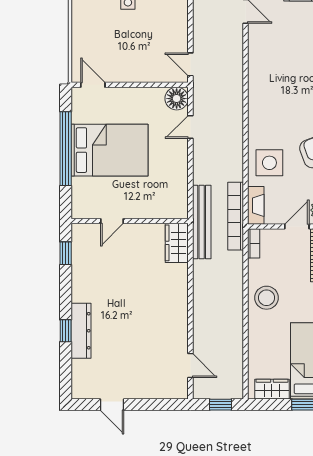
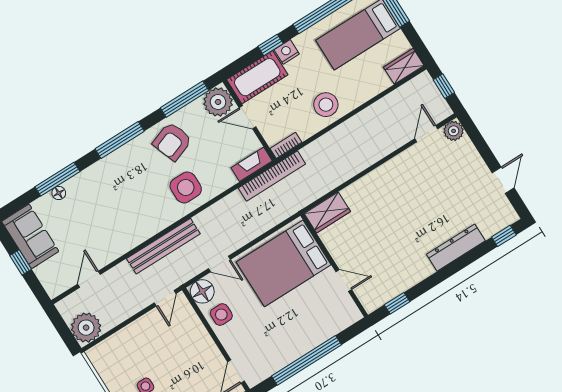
side table: (148, 102) -> (221, 315), added
bed: (110, 150) -> (284, 263), moved, turned -90
side table: (269, 163) -> (186, 188), moved
bench: (202, 222) -> (163, 246), moved
window: (66, 331) -> (504, 236), moved
plant: (178, 389) -> (454, 131), added
wardrobe: (272, 389) -> (404, 66), moved, turned 90

